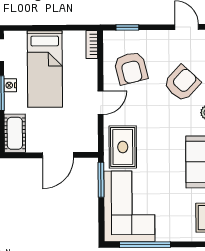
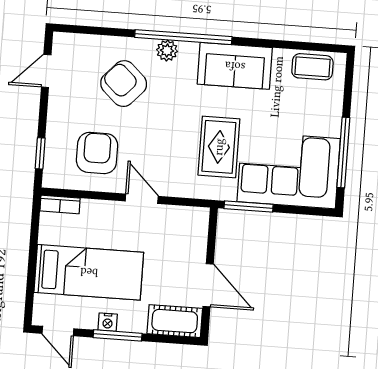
armchair: (131, 68) -> (97, 153), turned -76
rug: (123, 147) -> (219, 147), moved, turned 90
door: (58, 155) -> (208, 285), moved

